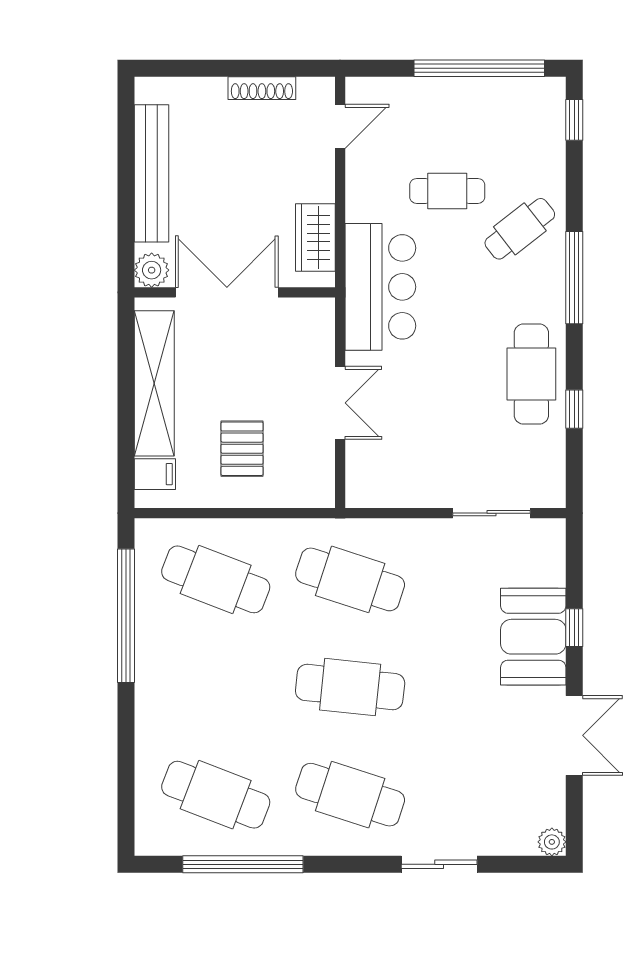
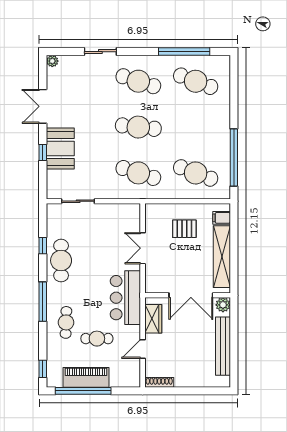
shoe rack: (262, 88) -> (159, 382), moved
piano: (473, 100) -> (86, 377), added
door: (340, 126) -> (143, 349), moved
cafe table: (520, 229) -> (66, 322), turned -50
pallet: (242, 449) -> (184, 229), turned 90

